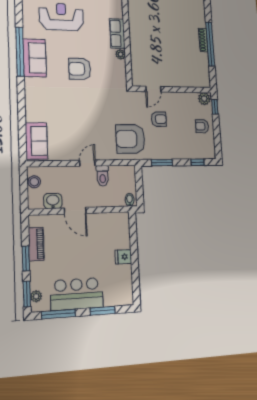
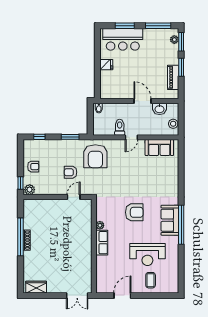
armchair: (130, 139) -> (95, 156), turned 90
sofa: (36, 141) -> (159, 148), moved, turned -90
bar counter: (77, 294) -> (123, 39), moved

